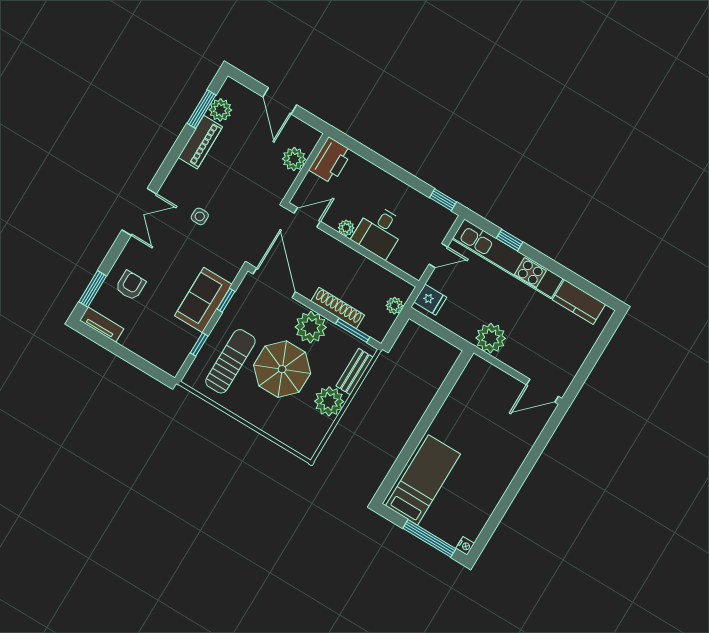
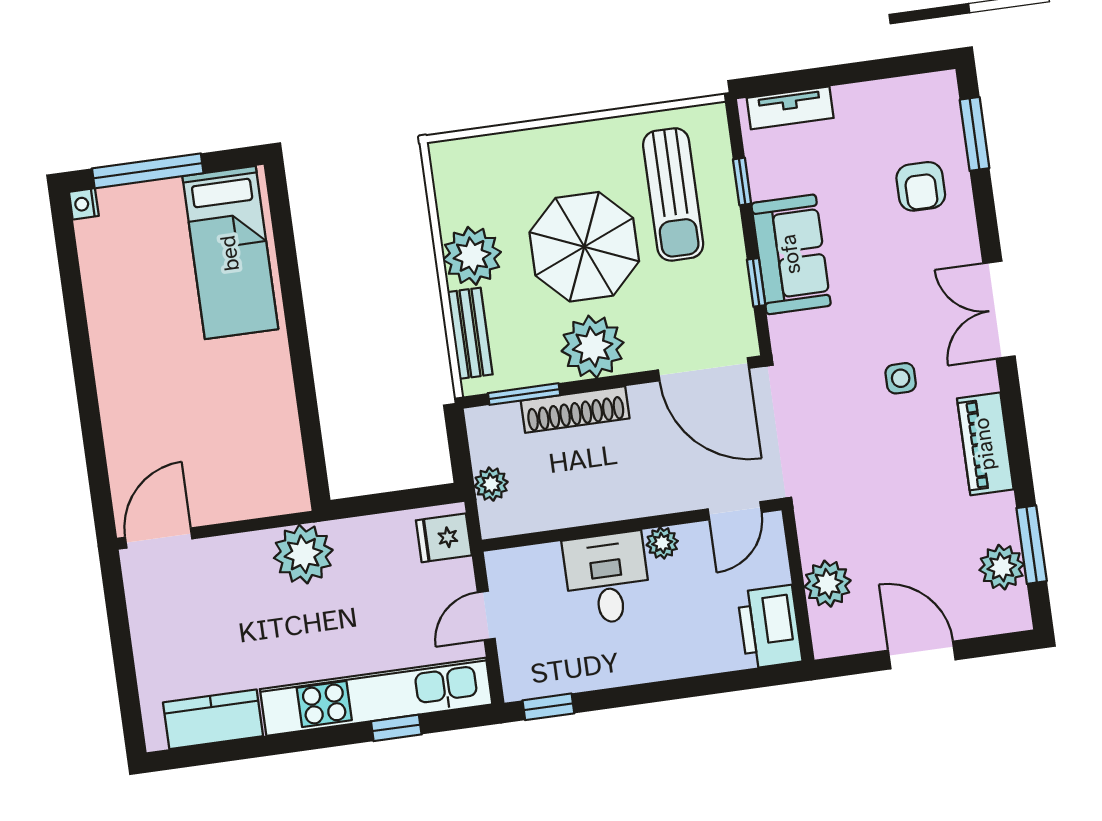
piano: (200, 142) -> (985, 444), moved
tv unit: (102, 325) -> (790, 108), moved

